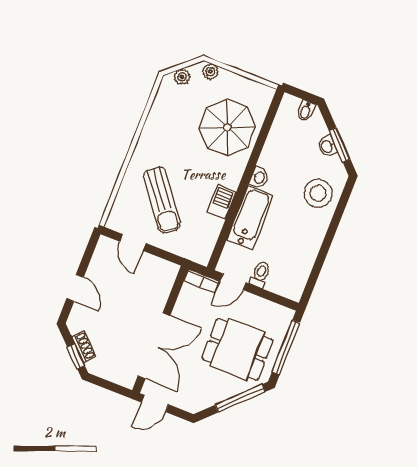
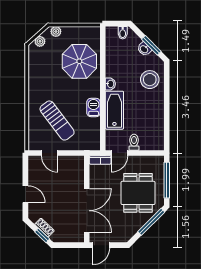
dining table: (237, 349) -> (138, 193), turned 90

